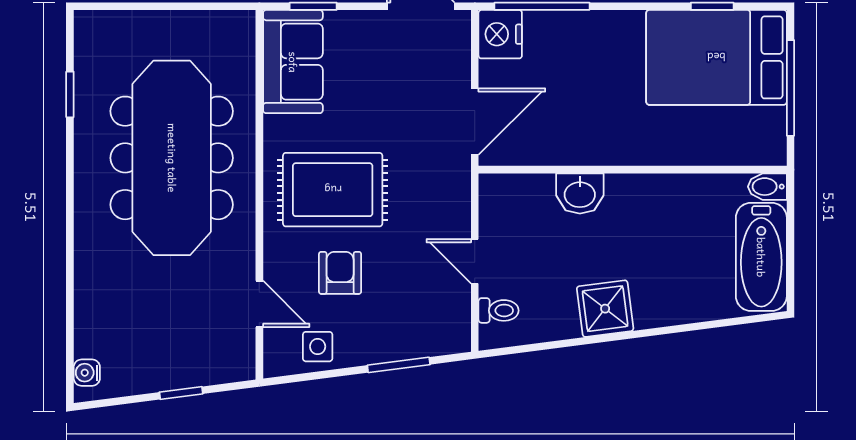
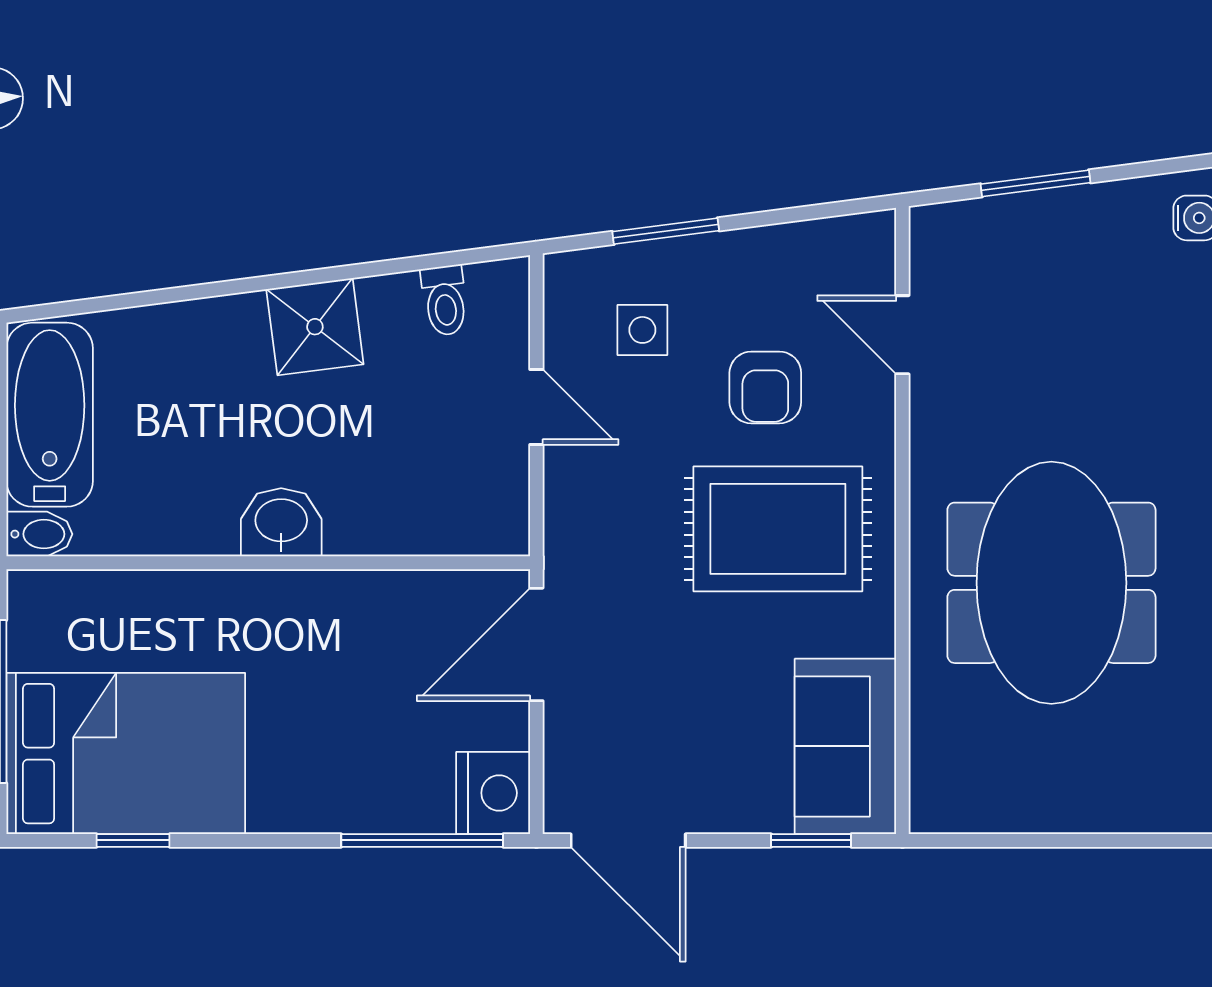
meeting table: (172, 158) -> (1051, 583), width x0.73
washbasin: (580, 193) -> (281, 522), moved
toilet: (499, 310) -> (445, 300), moved, turned -97
side table: (318, 347) -> (642, 330), moved
window: (181, 393) -> (1035, 183), width x1.50

